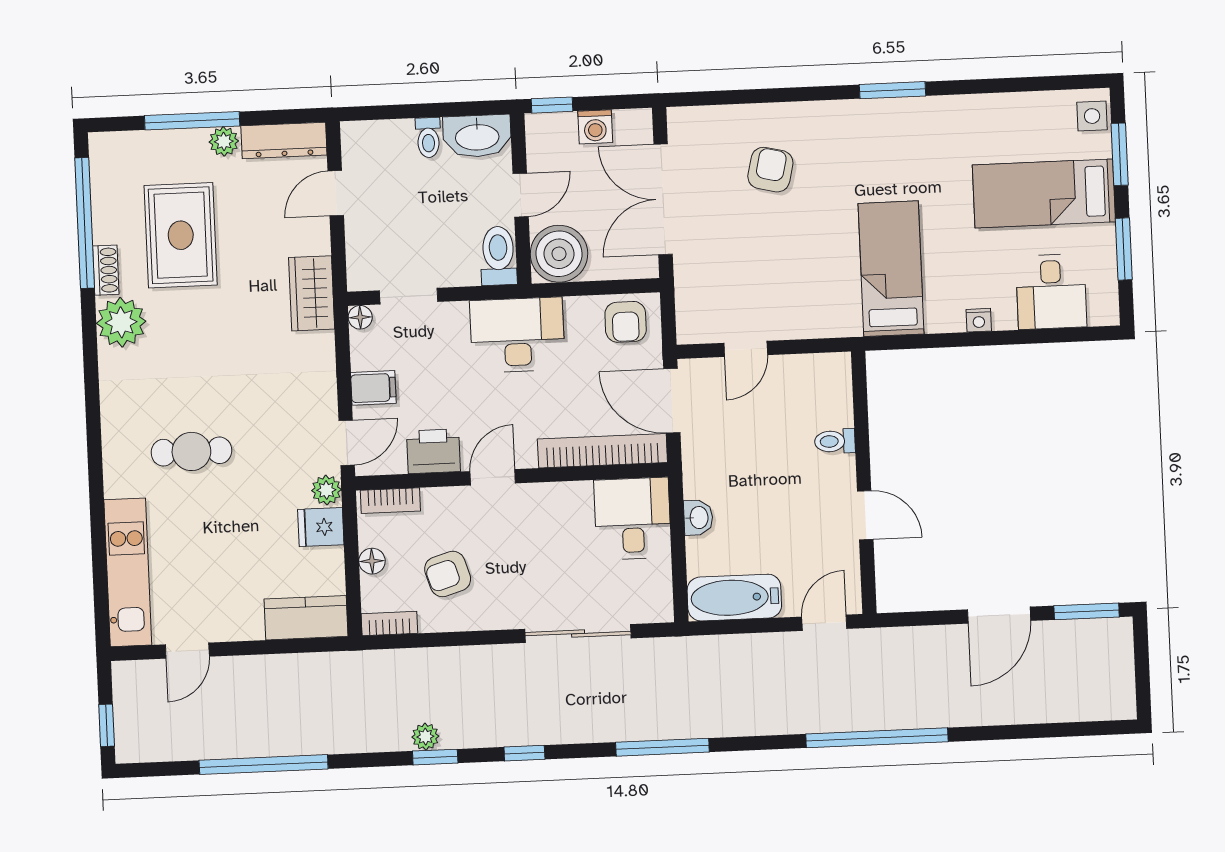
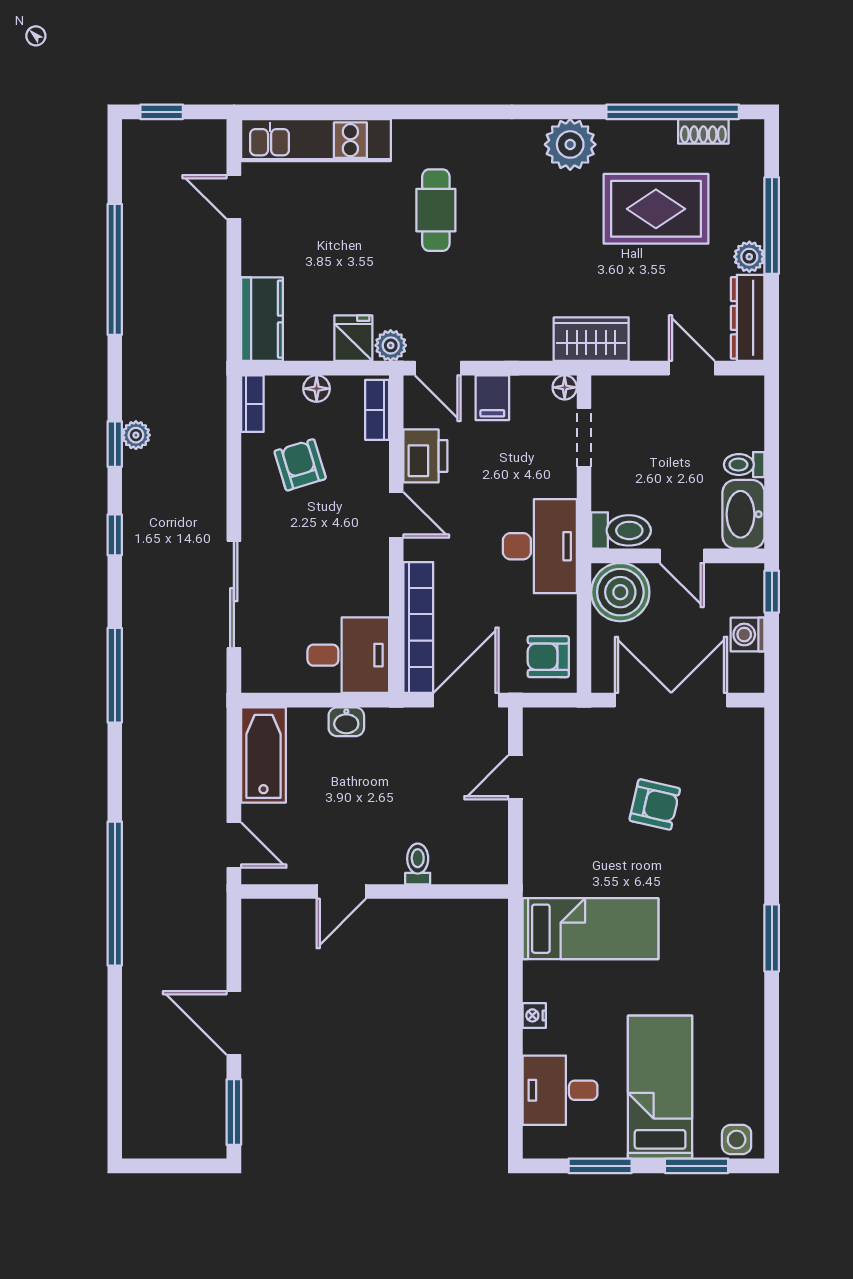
armchair: (770, 170) -> (655, 805), moved
shoe rack: (106, 270) -> (703, 131), moved
door: (746, 349) -> (515, 777), hinge flipped

